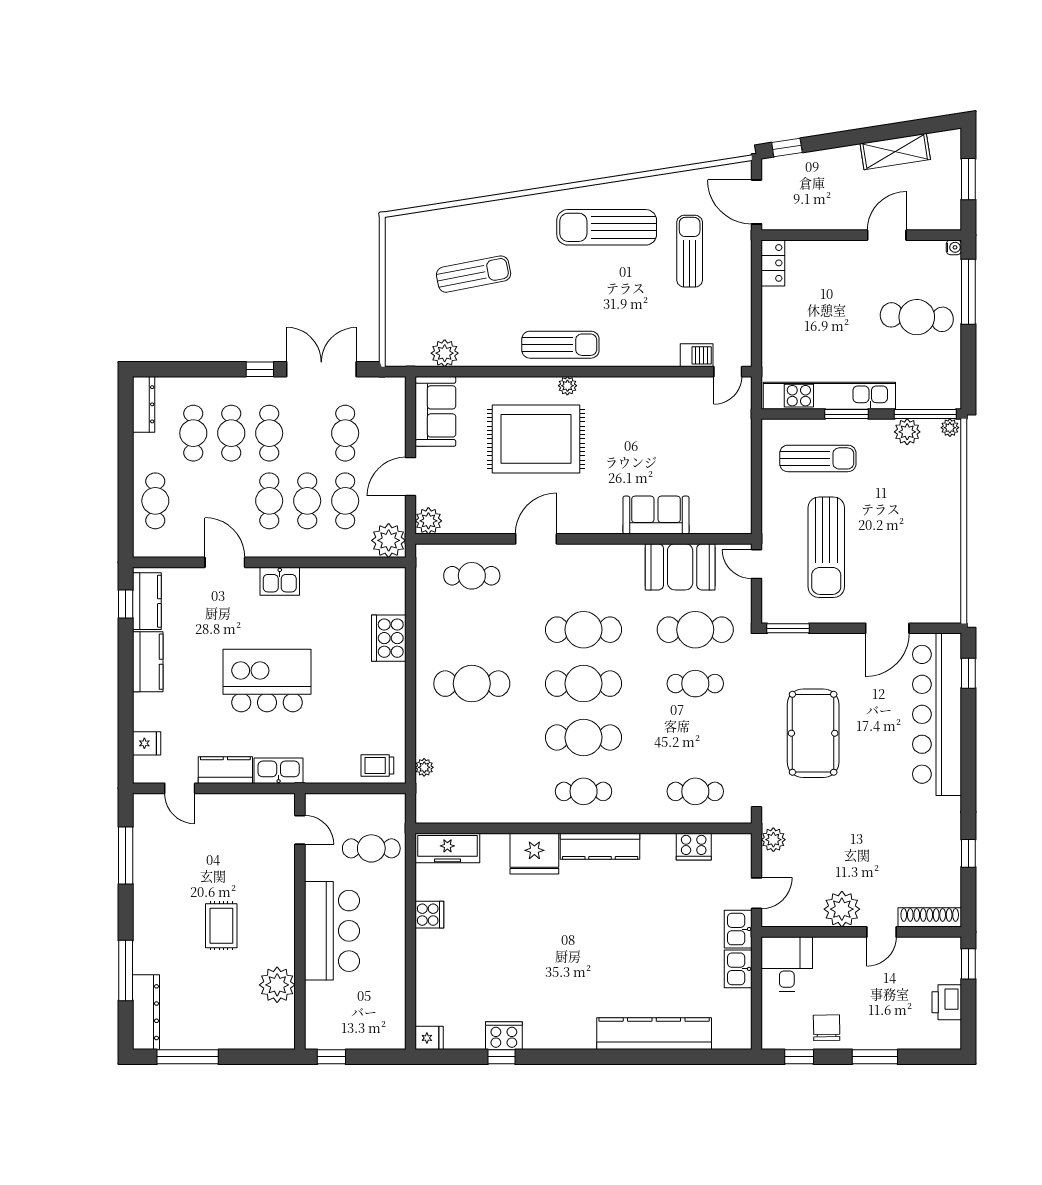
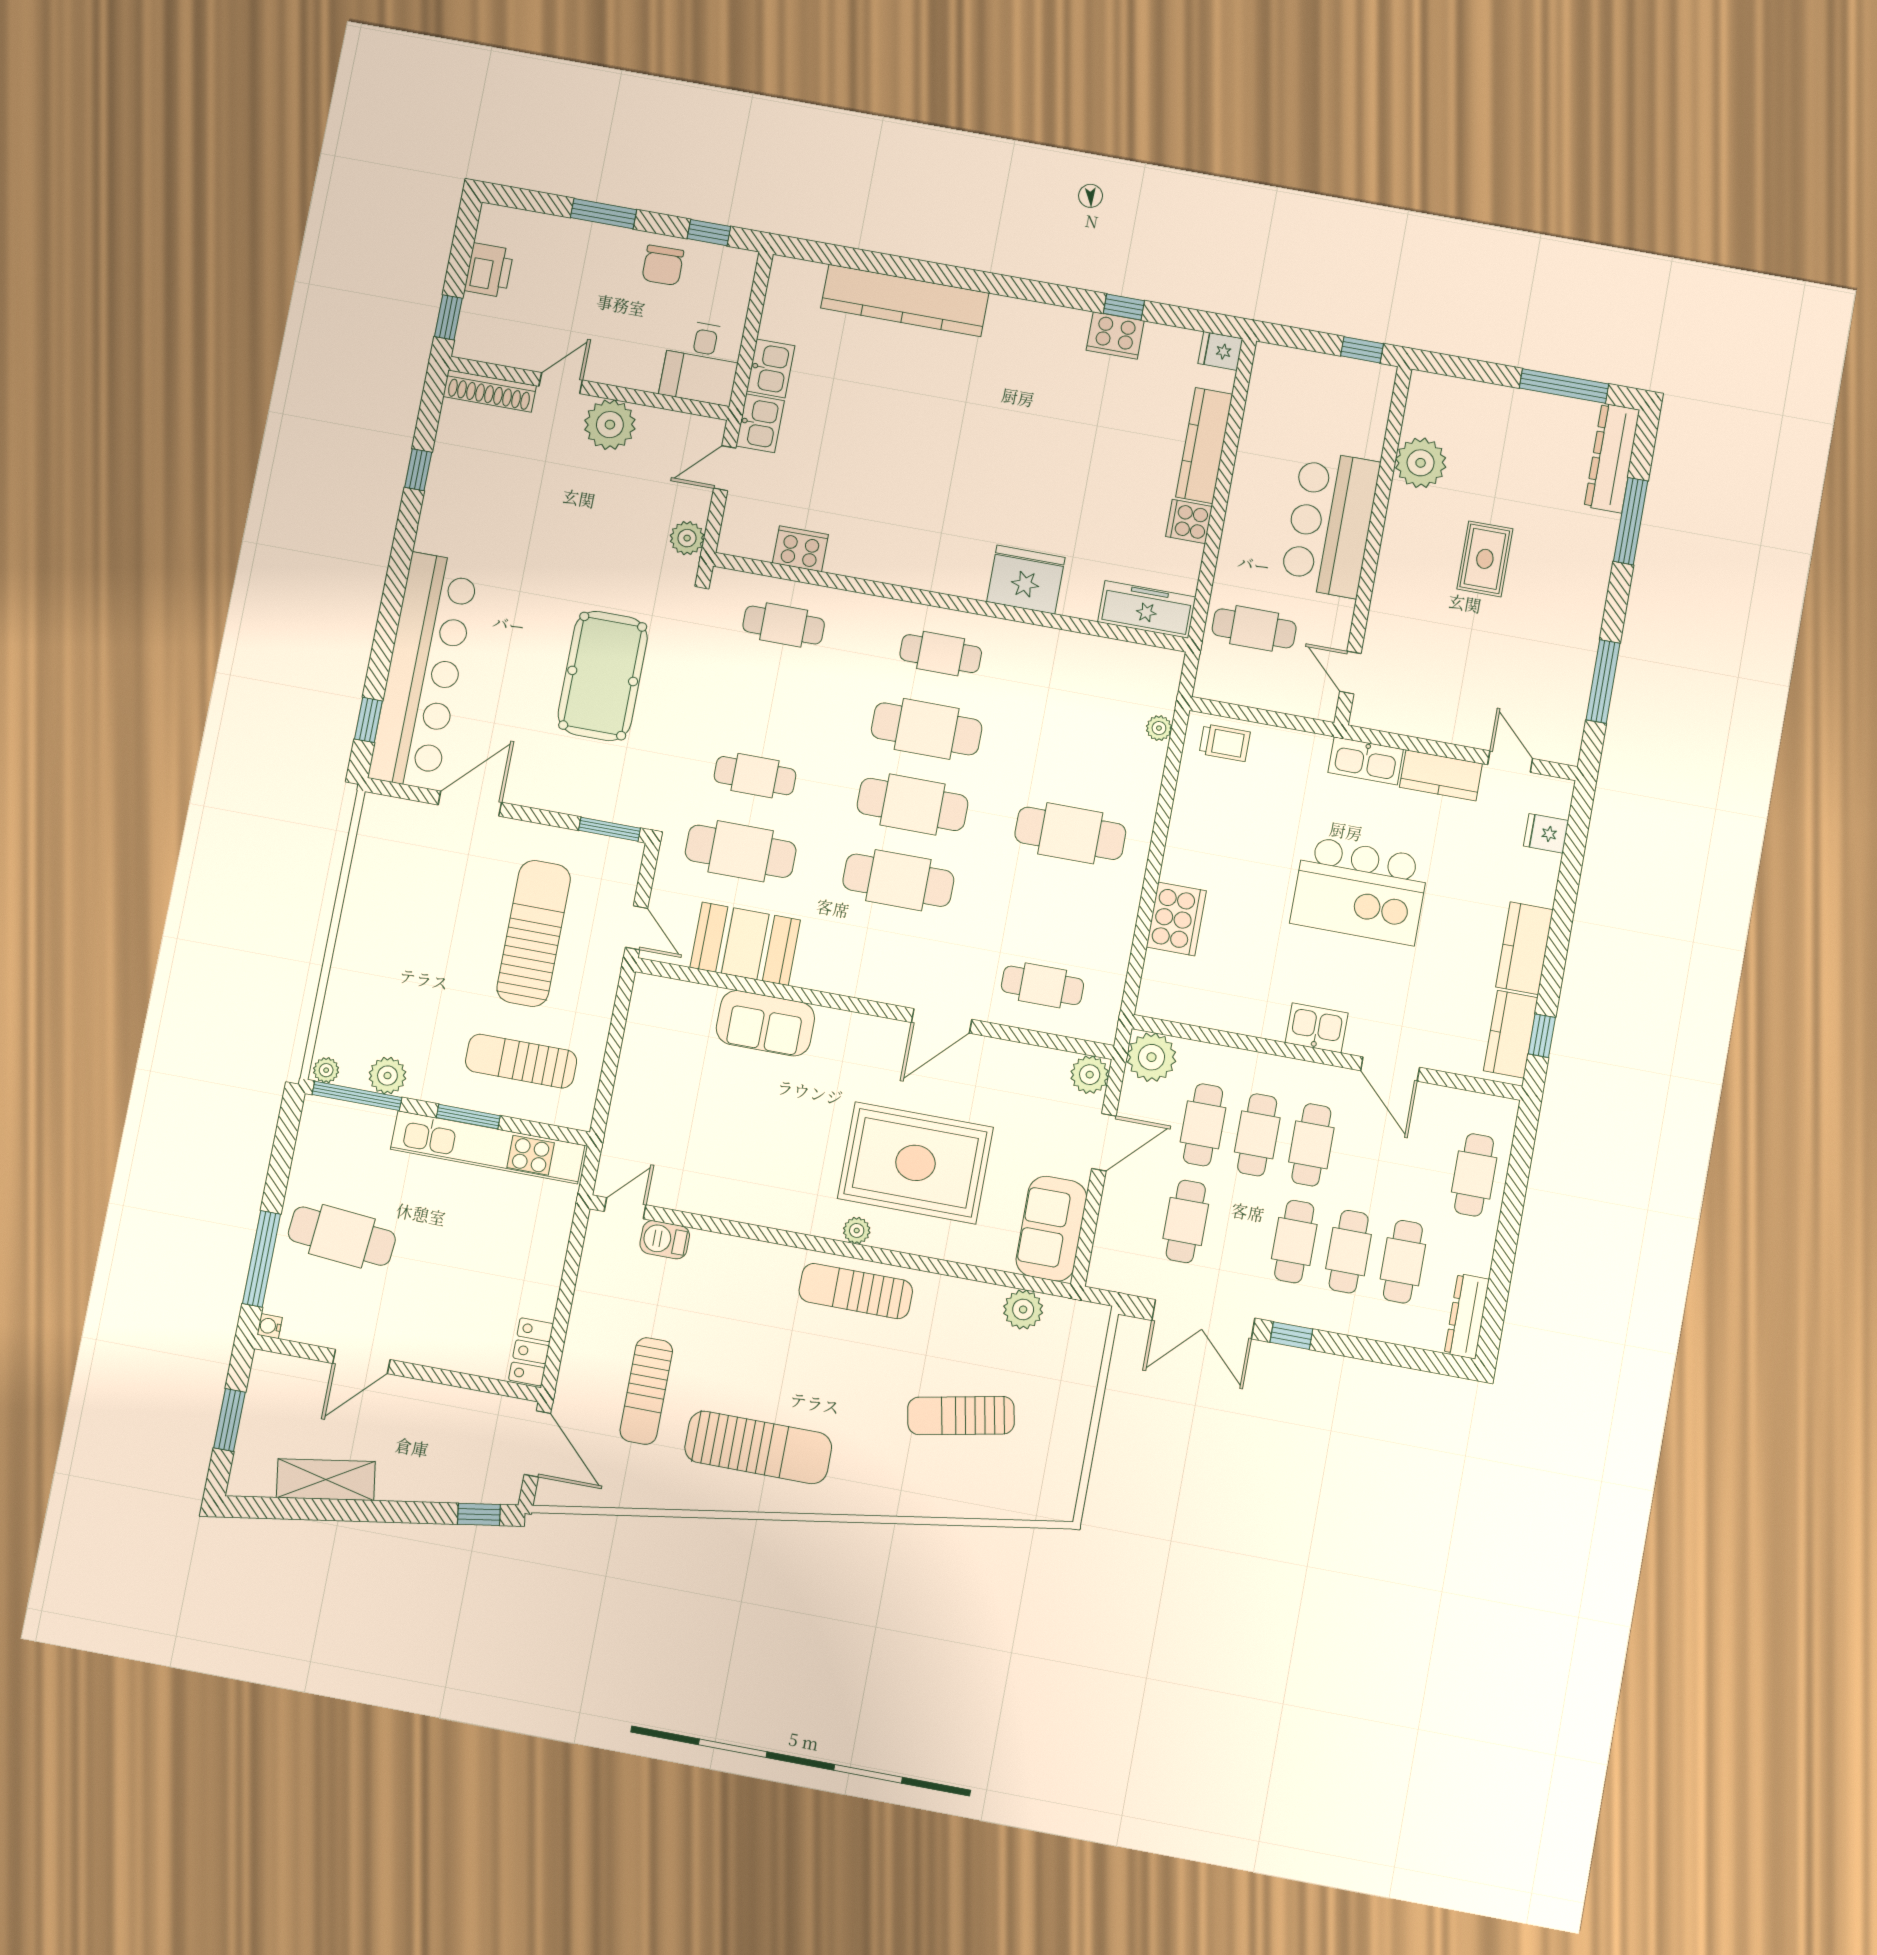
kitchen counter: (600, 846) -> (1204, 446), moved, turned -90

